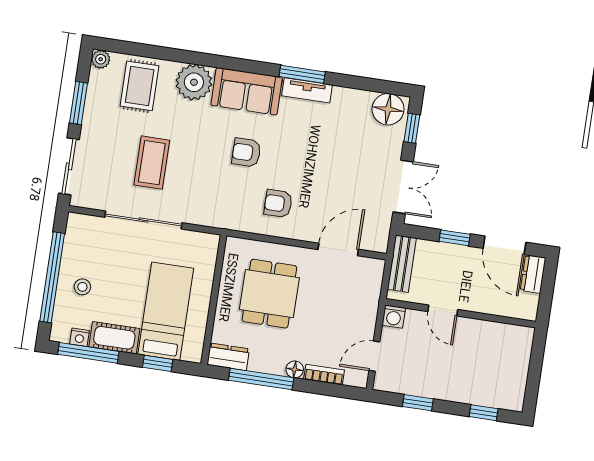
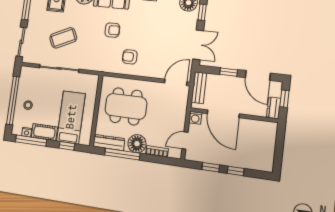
armchair: (246, 152) -> (112, 30), turned 180
coffee table: (152, 163) -> (63, 38), turned 65
door: (338, 249) -> (176, 82), moved
dresser: (533, 274) -> (274, 108), moved
window: (547, 287) -> (284, 99), added
dining table: (269, 294) -> (126, 106), width x1.38
door: (443, 311) -> (223, 114), width x1.88
dresser: (228, 357) -> (109, 142), width x1.44
floor lamp: (295, 369) -> (137, 144), width x1.89, depth x1.89
window: (484, 413) -> (236, 171), moved

